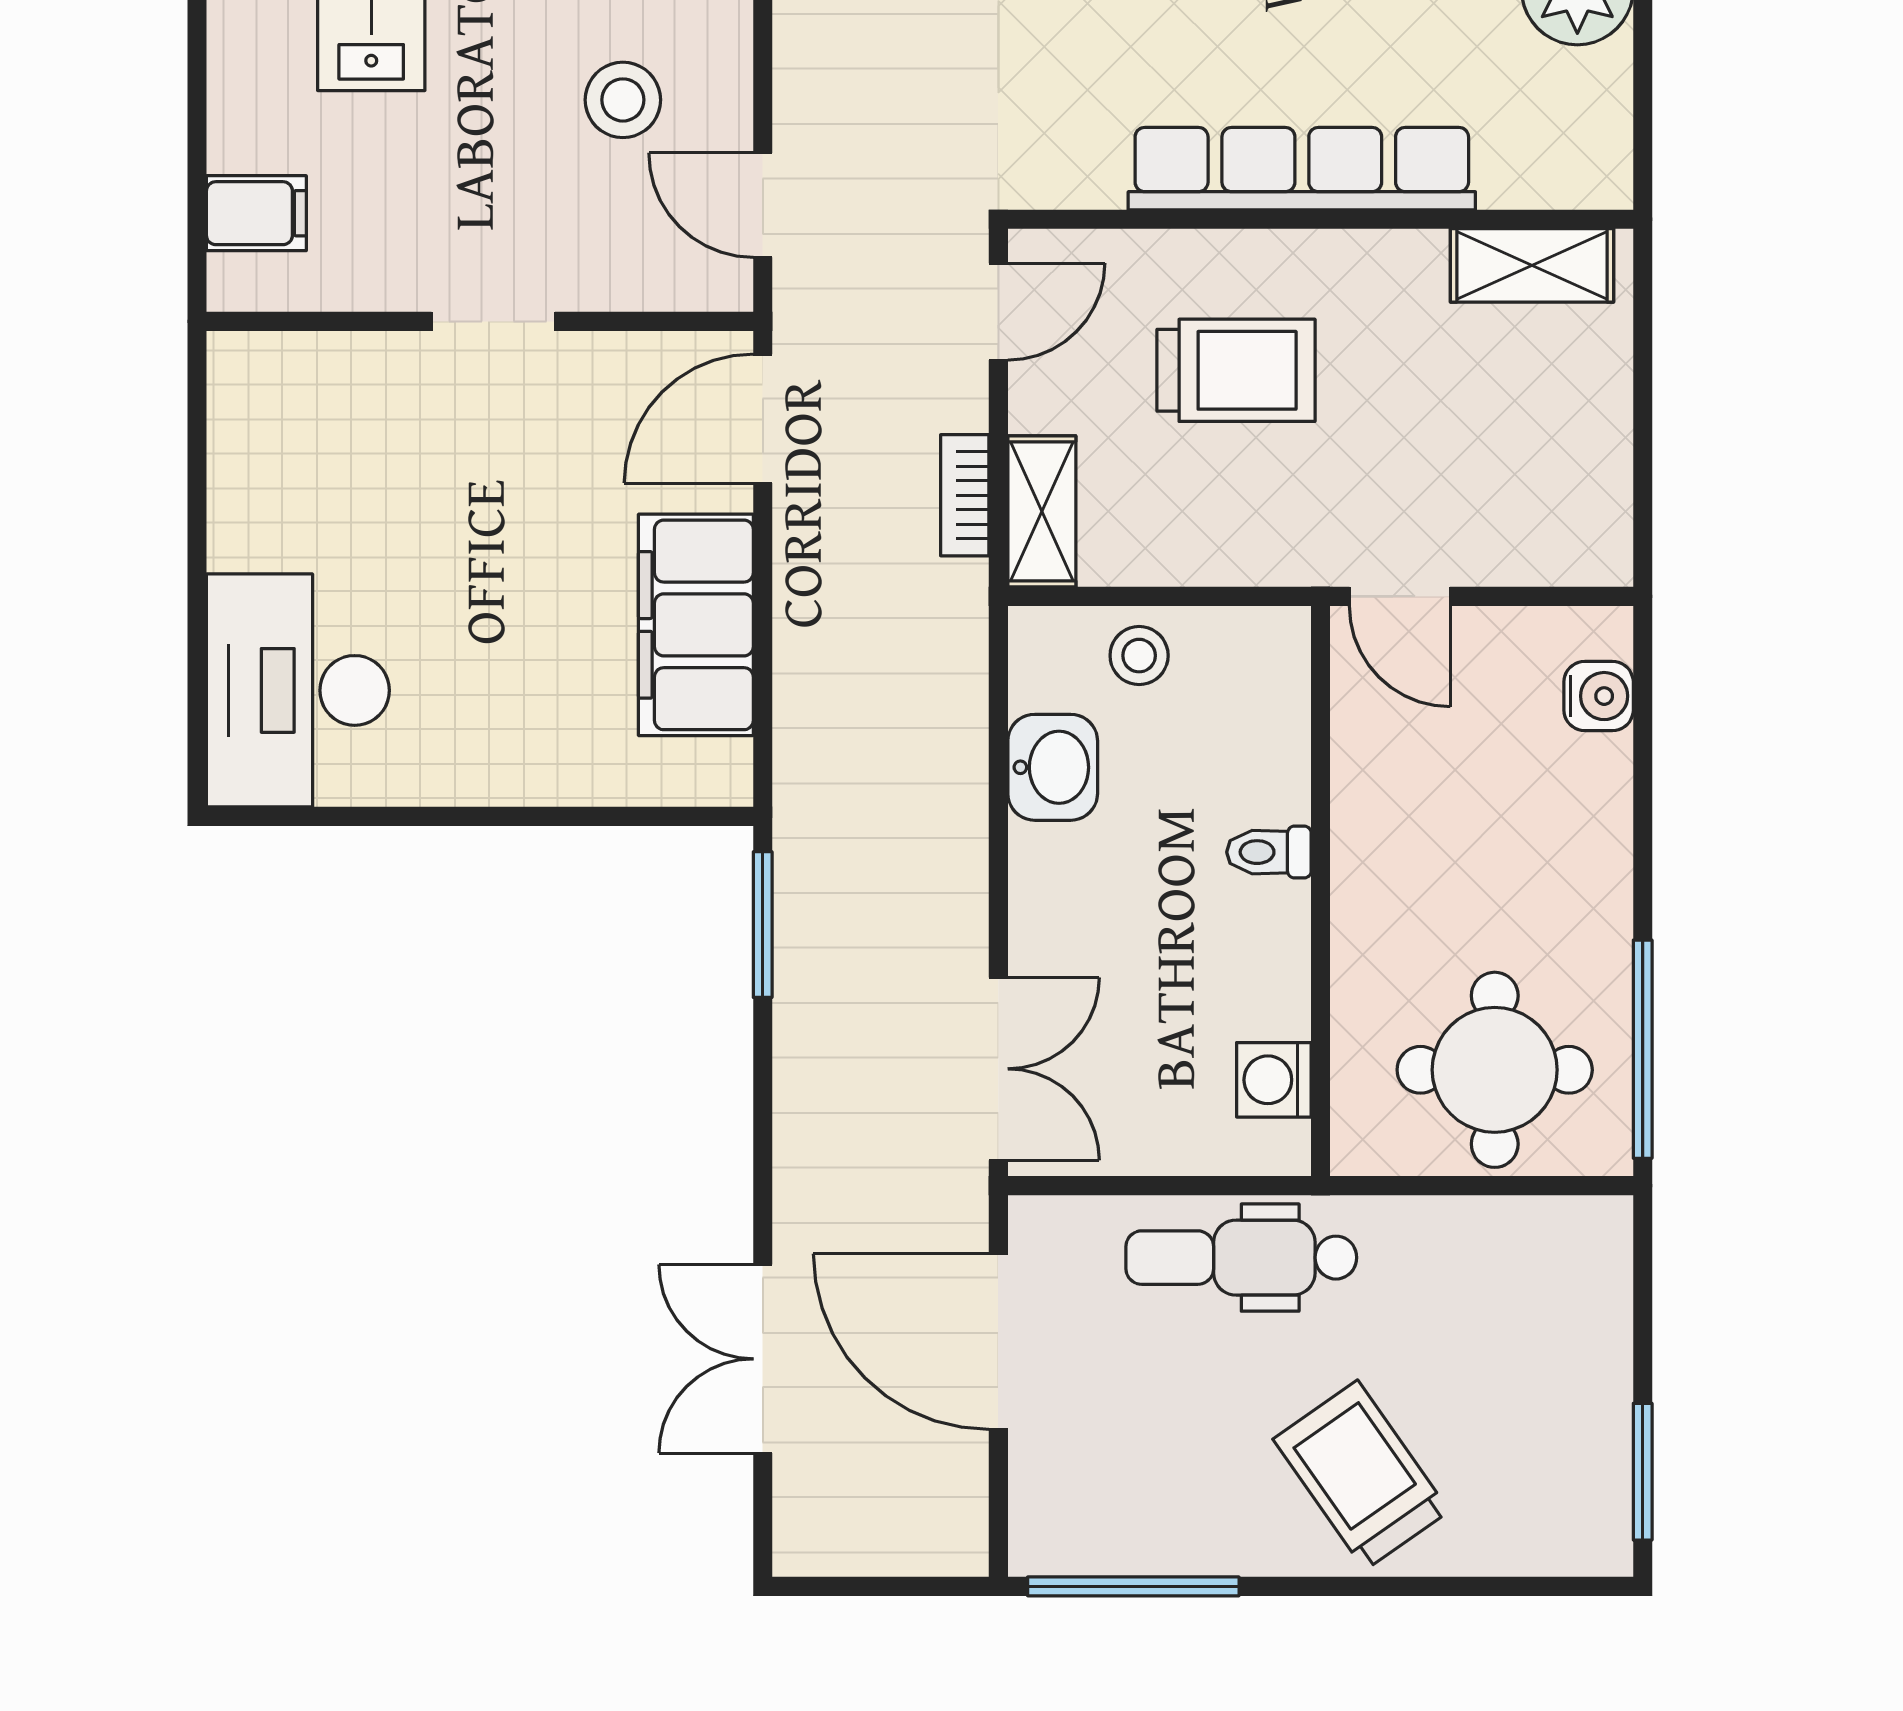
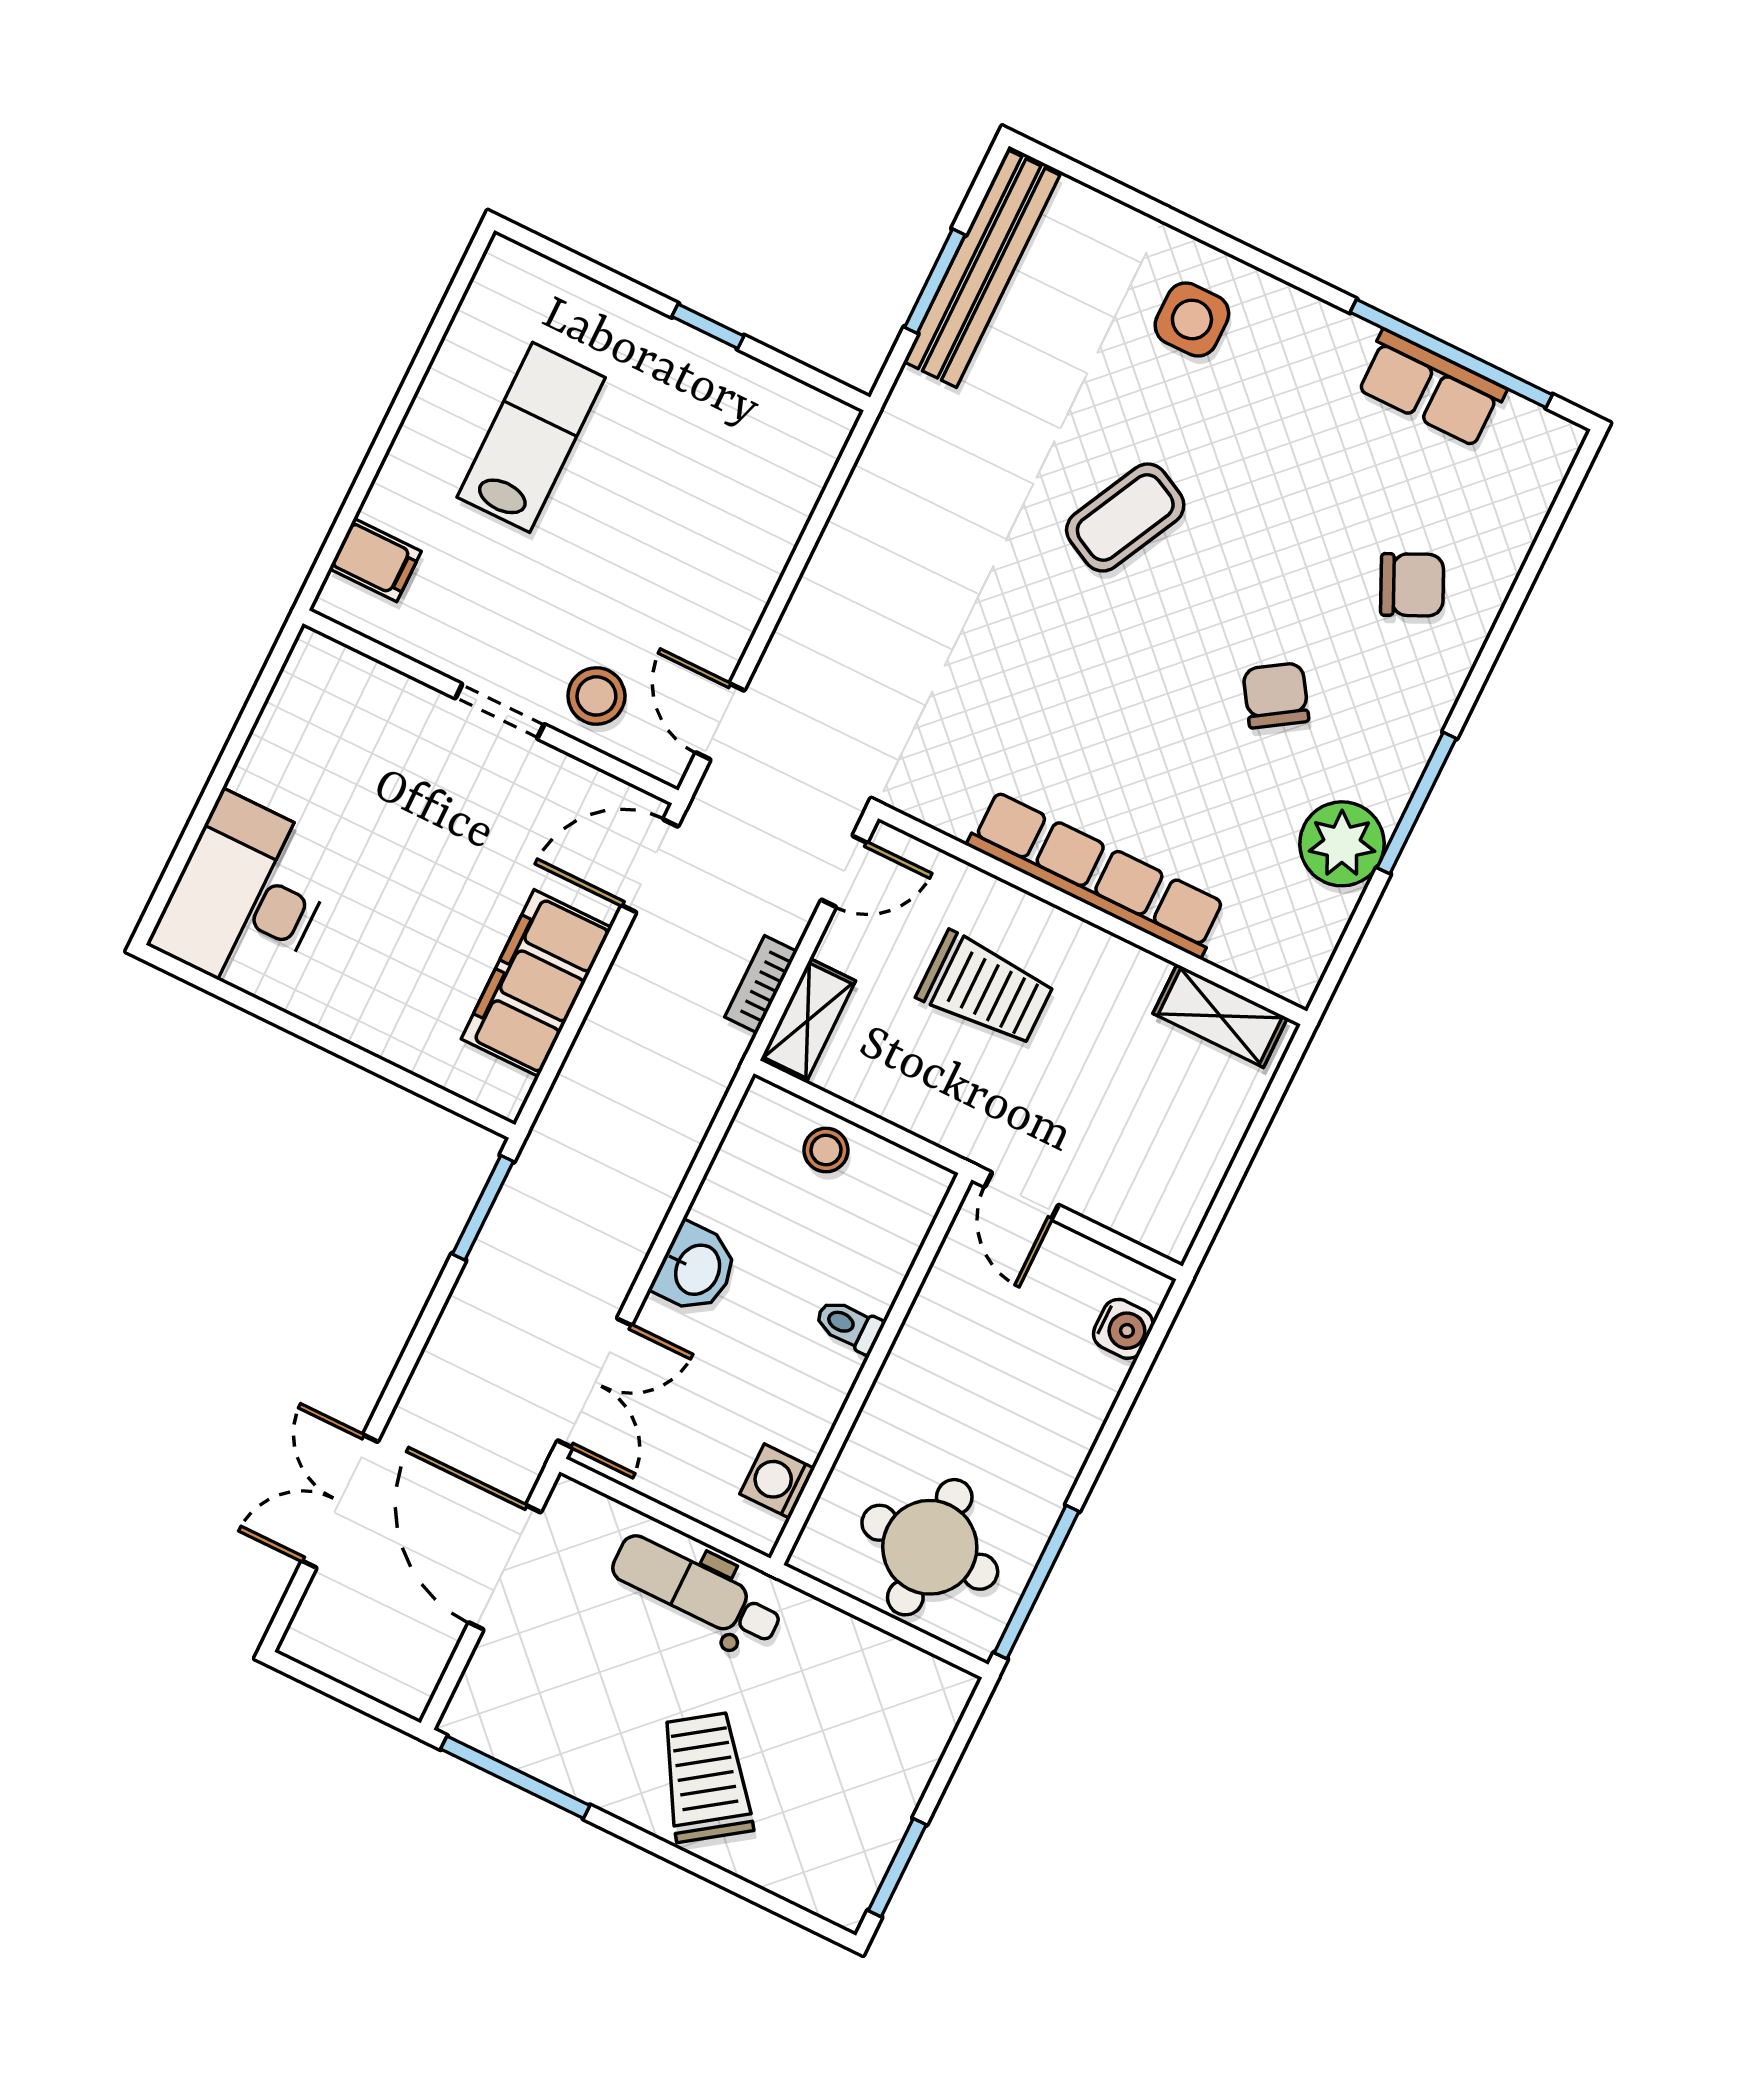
stool: (623, 100) -> (596, 696), moved
washbasin: (1053, 767) -> (696, 1269), moved

